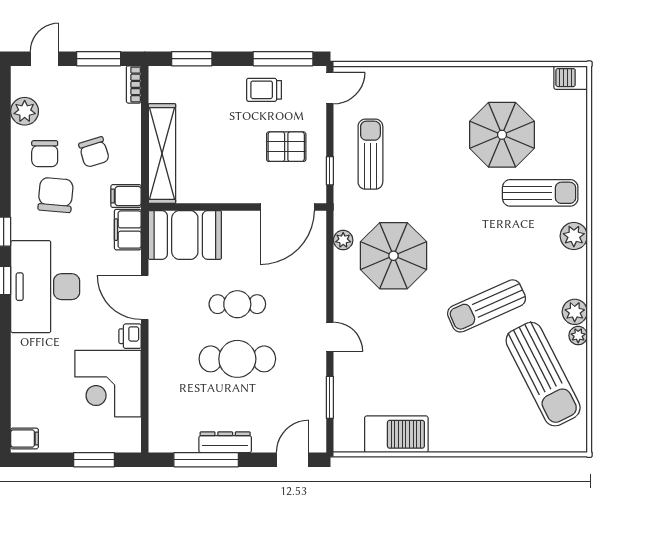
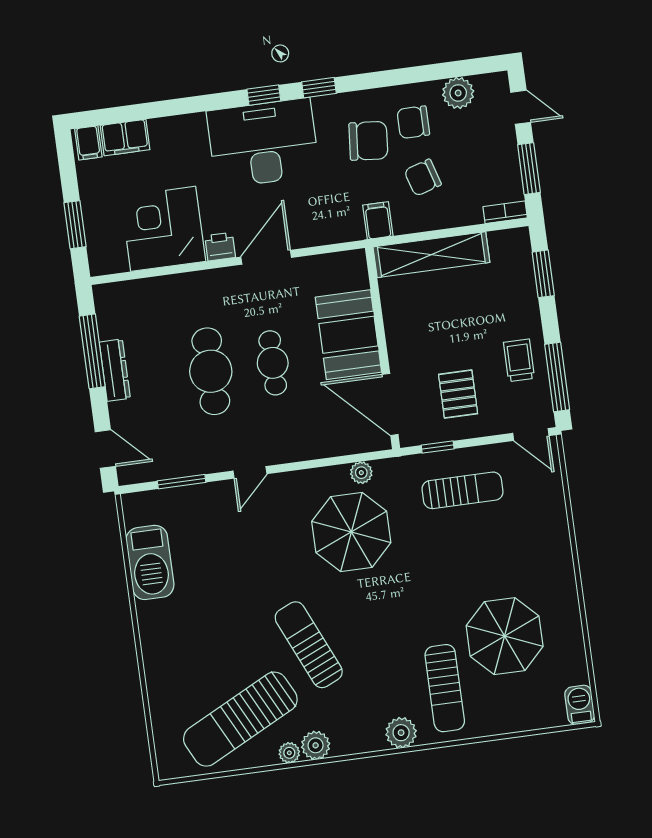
filing cabinet: (128, 230) -> (125, 138), moved, turned 180
booth: (185, 235) -> (348, 335), moved

